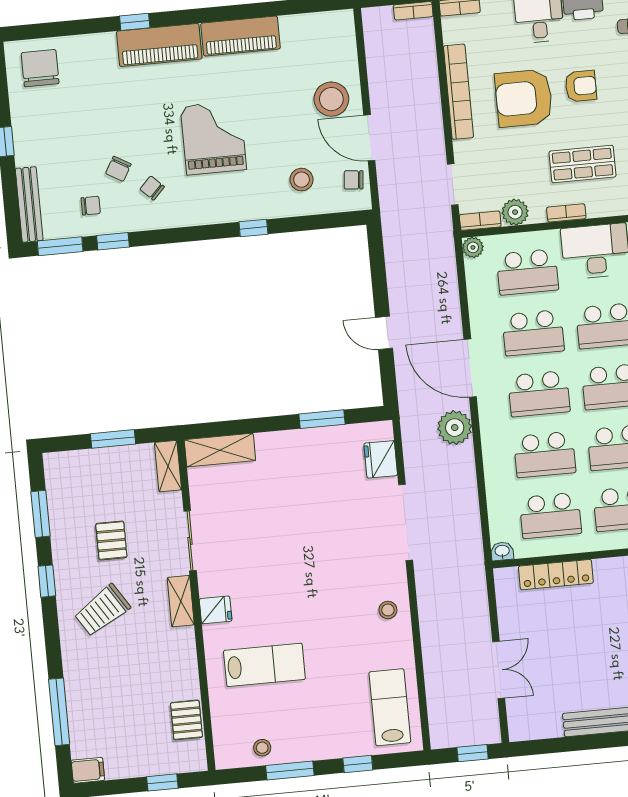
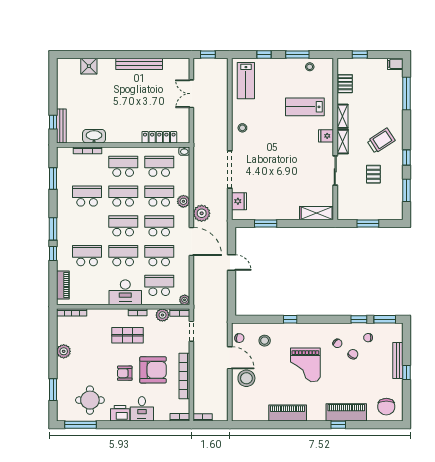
piano: (159, 45) -> (346, 412), moved
bench: (29, 204) -> (398, 361), moved
plant: (494, 448) -> (183, 201), added
shelving: (168, 466) -> (343, 116), moved

